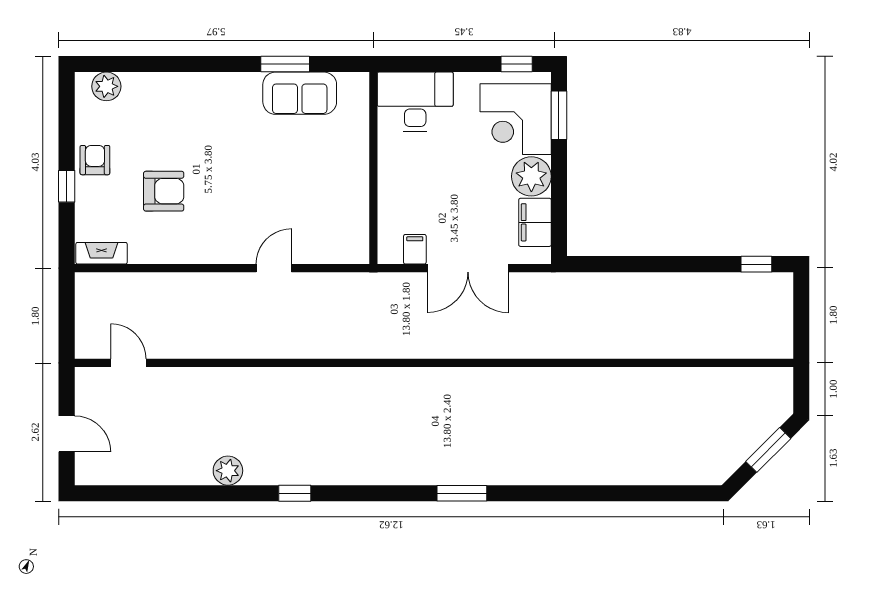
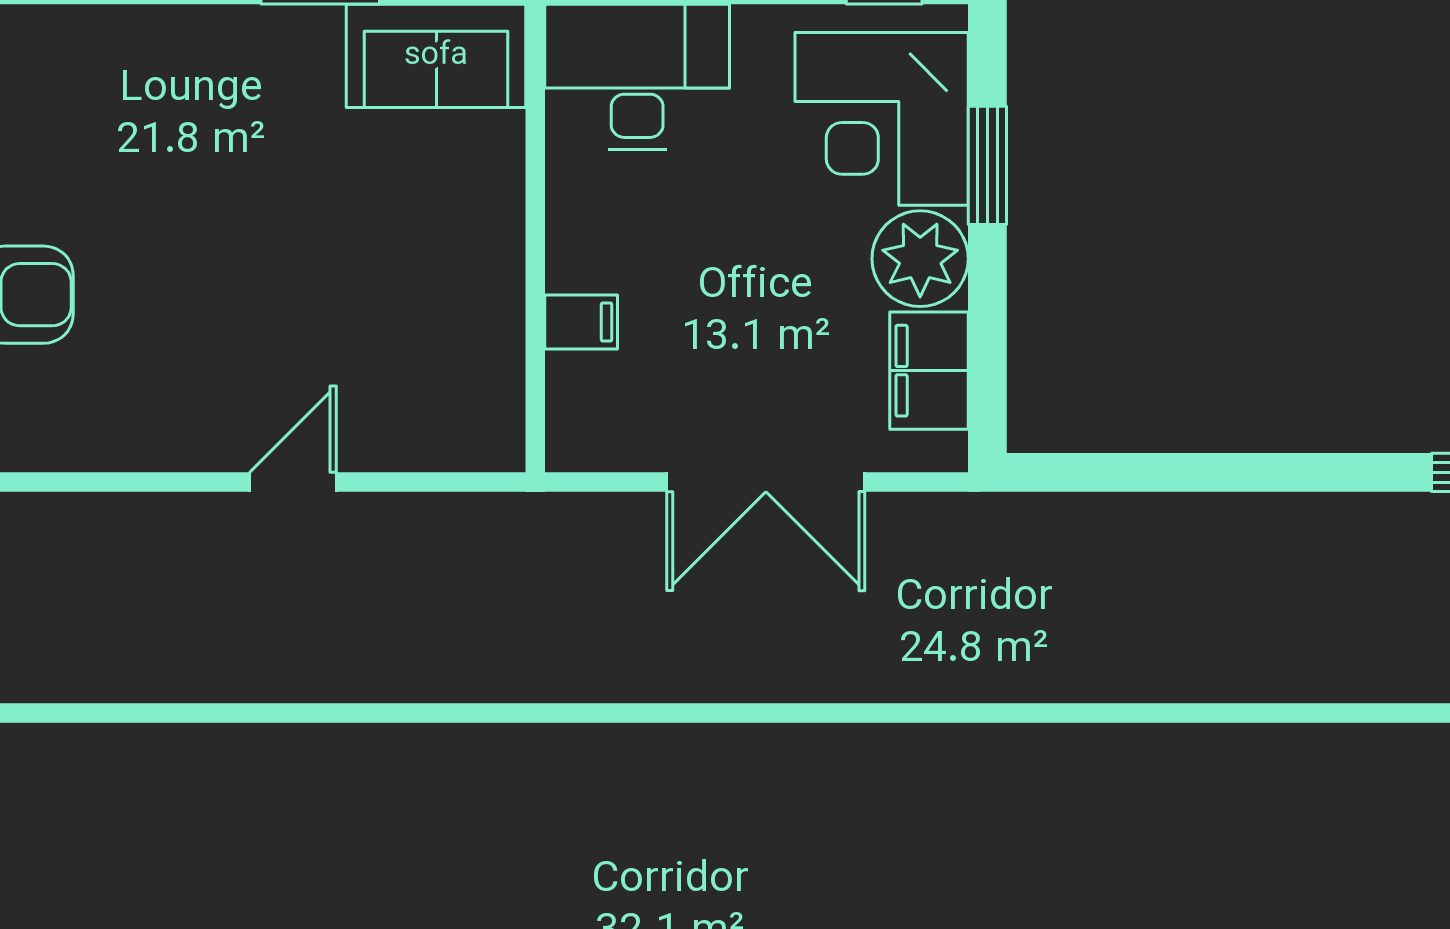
sofa: (300, 93) -> (436, 56), moved
window: (559, 115) -> (987, 165), moved
filing cabinet: (415, 249) -> (581, 322), moved, turned 90

